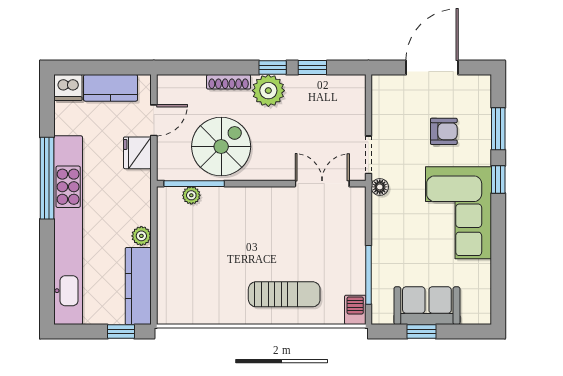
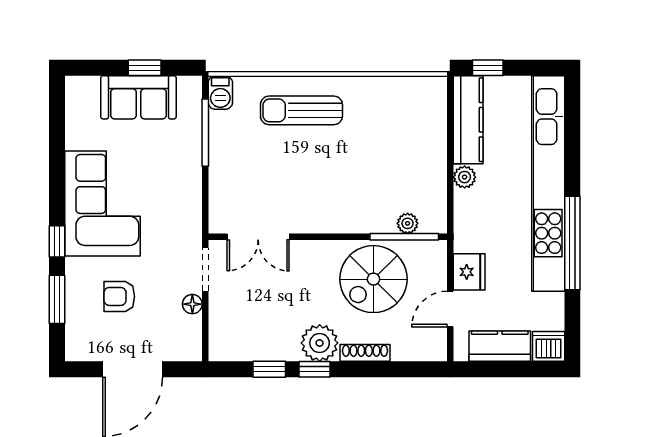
floor lamp: (380, 187) -> (192, 304), moved

